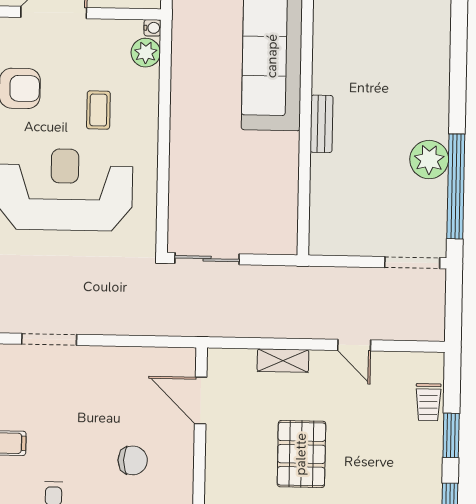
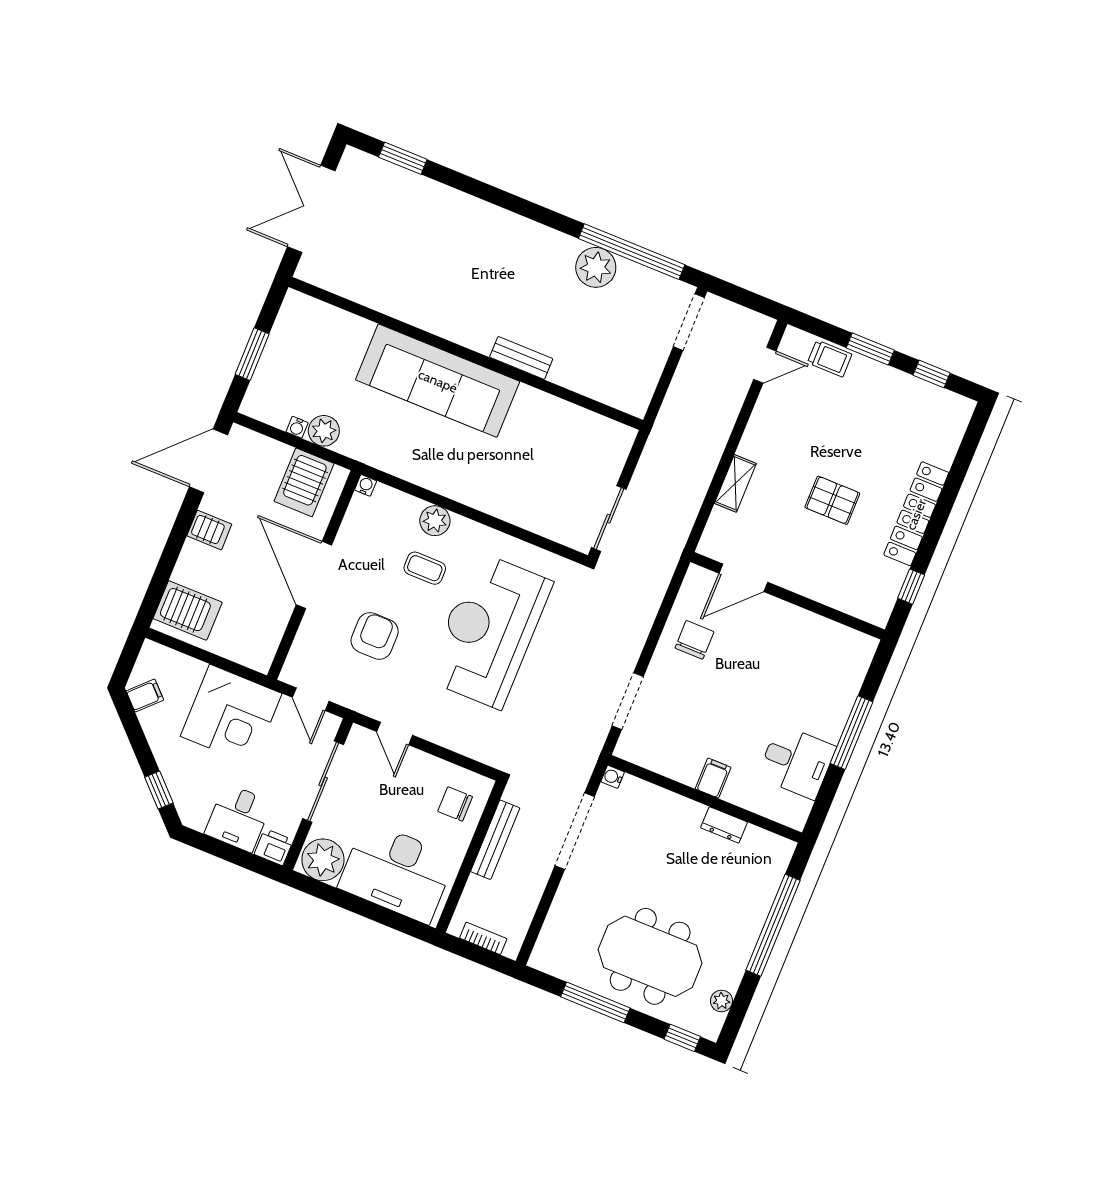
plant: (146, 53) -> (435, 521), moved
door: (354, 345) -> (765, 365), moved
pallet: (301, 454) -> (832, 500), width x0.67, depth x0.71
chair: (133, 460) -> (694, 640), moved

